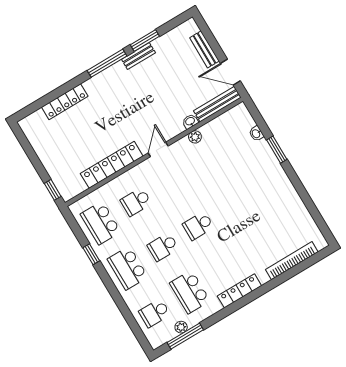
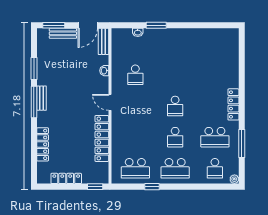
window: (207, 34) -> (54, 25), added
bench: (138, 56) -> (42, 98), moved
bench: (217, 104) -> (103, 41), width x0.73
plant: (195, 137) -> (116, 74), removed
locker: (42, 152) -> (66, 178), added
school desk: (136, 202) -> (135, 75), moved
bookcase: (292, 261) -> (234, 59), removed
plant: (181, 327) -> (234, 179), moved
window: (185, 336) -> (242, 143), moved

